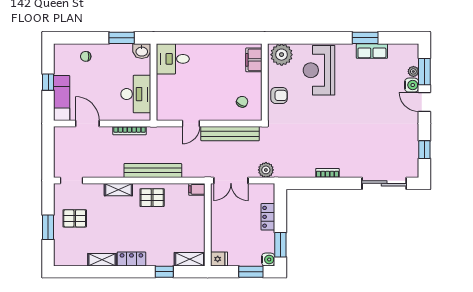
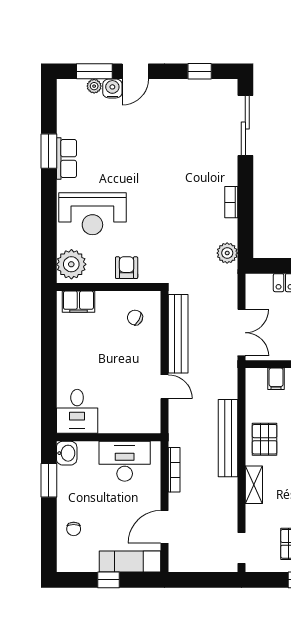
row of seats: (372, 51) -> (66, 159), moved
plant: (266, 170) -> (227, 253), moved
filing cabinet: (197, 189) -> (276, 379), moved

